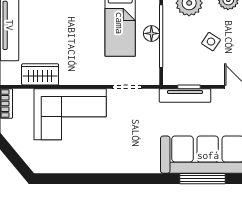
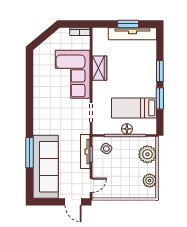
side table: (211, 42) -> (106, 149), moved
wardrobe: (40, 74) -> (99, 68), moved
window: (203, 179) -> (29, 153), moved

